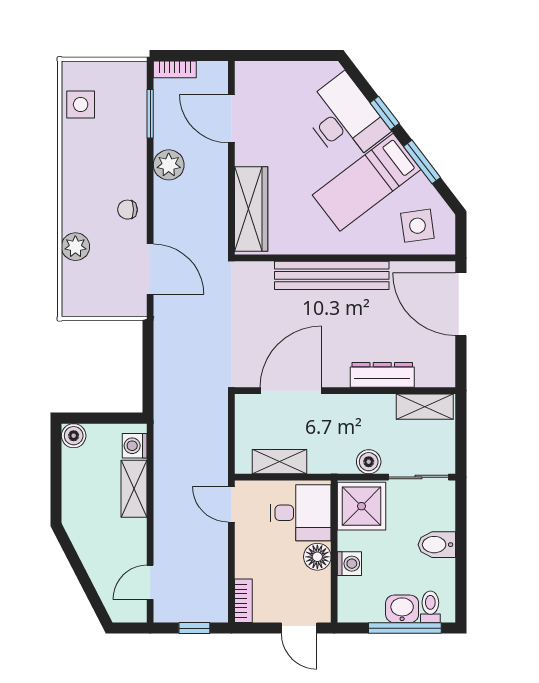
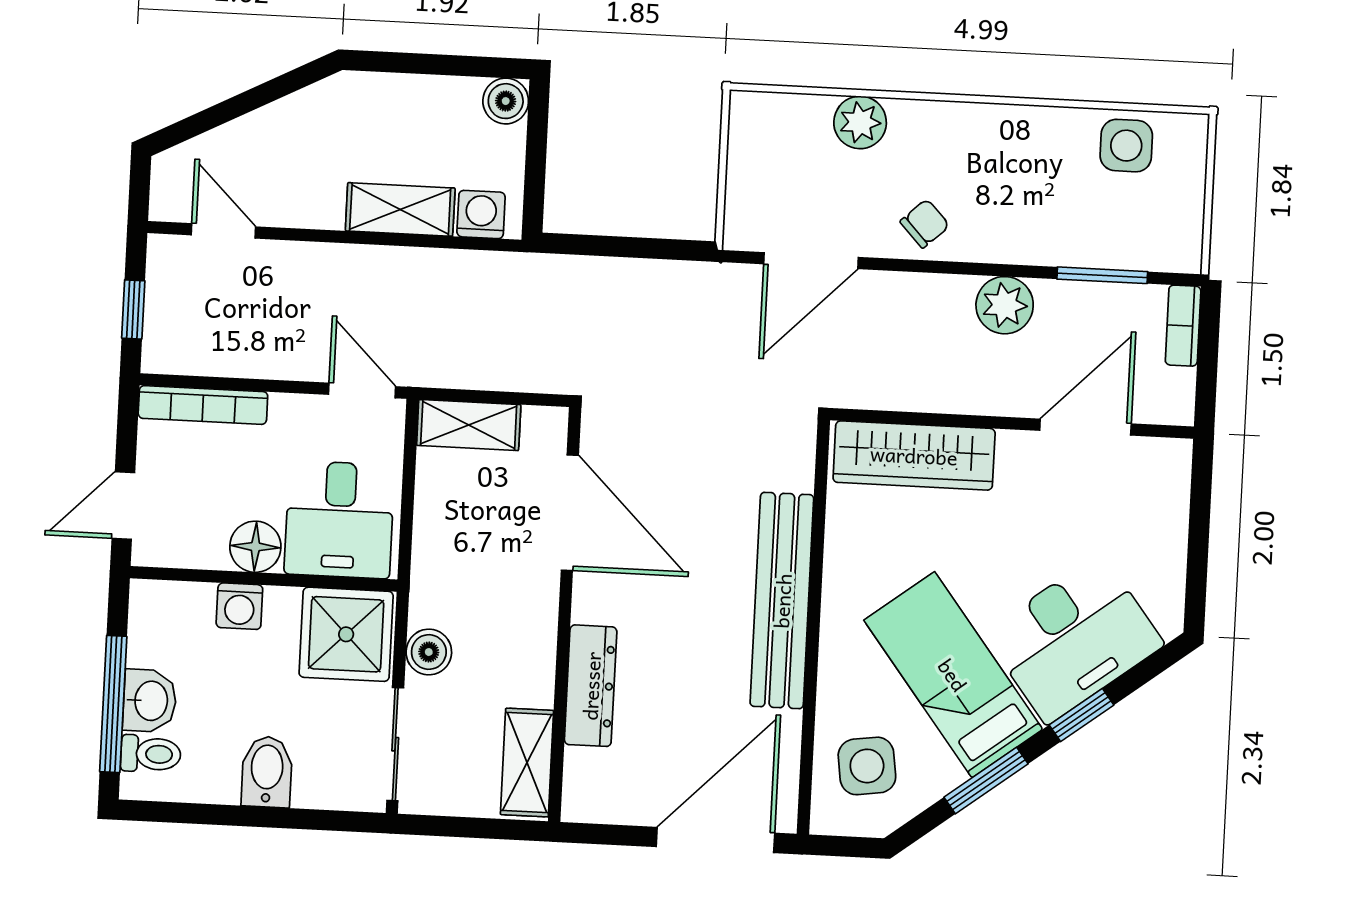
chair: (127, 210) -> (925, 224), turned 47
shelving: (280, 462) -> (469, 425), moved, turned 90
door: (231, 504) -> (362, 390), hinge flipped
bookcase: (243, 601) -> (203, 405), width x1.56

